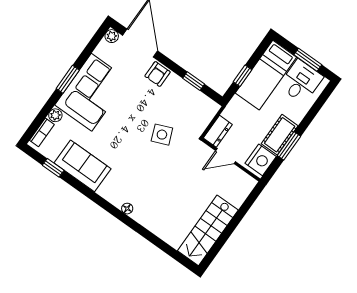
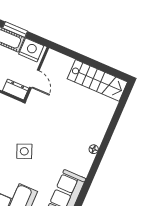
side table: (162, 135) -> (24, 151), moved

